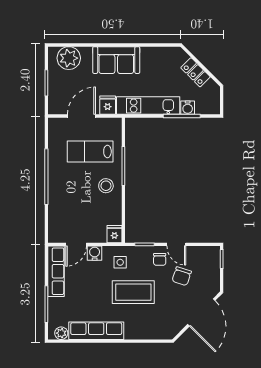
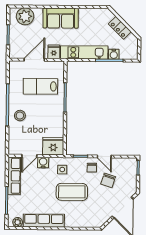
stool: (106, 186) -> (20, 116), moved
fridge: (114, 234) -> (53, 146), width x1.88, depth x1.34

